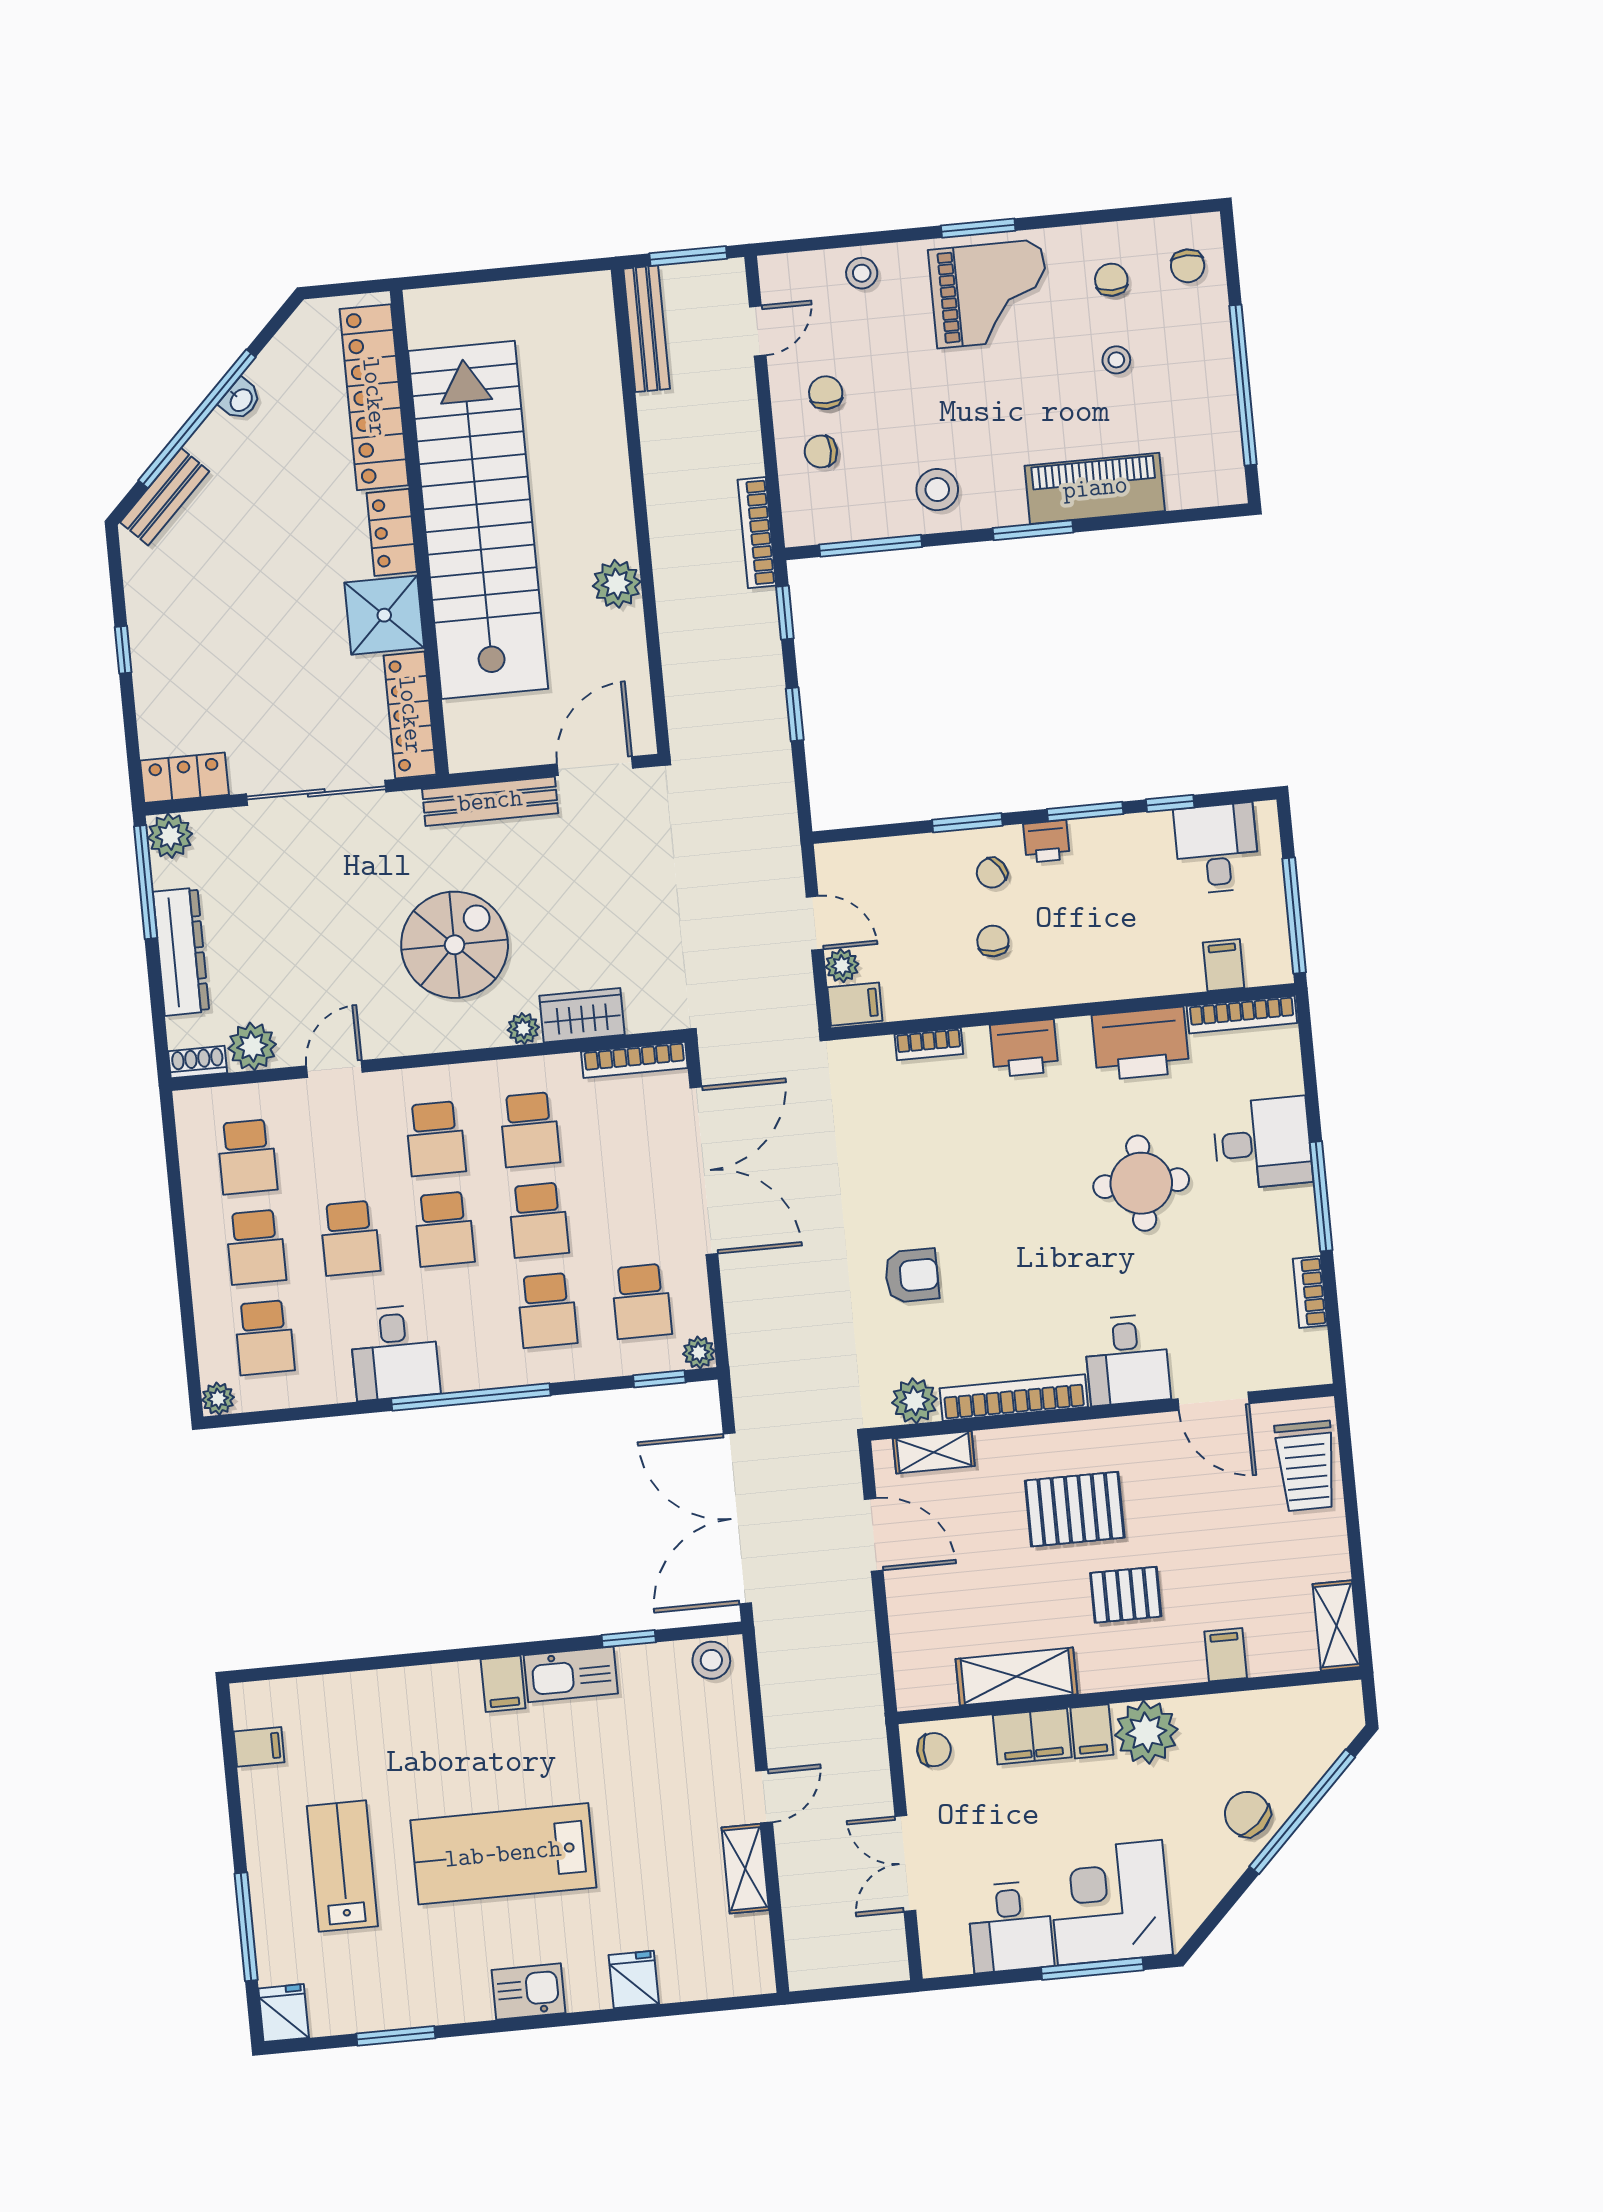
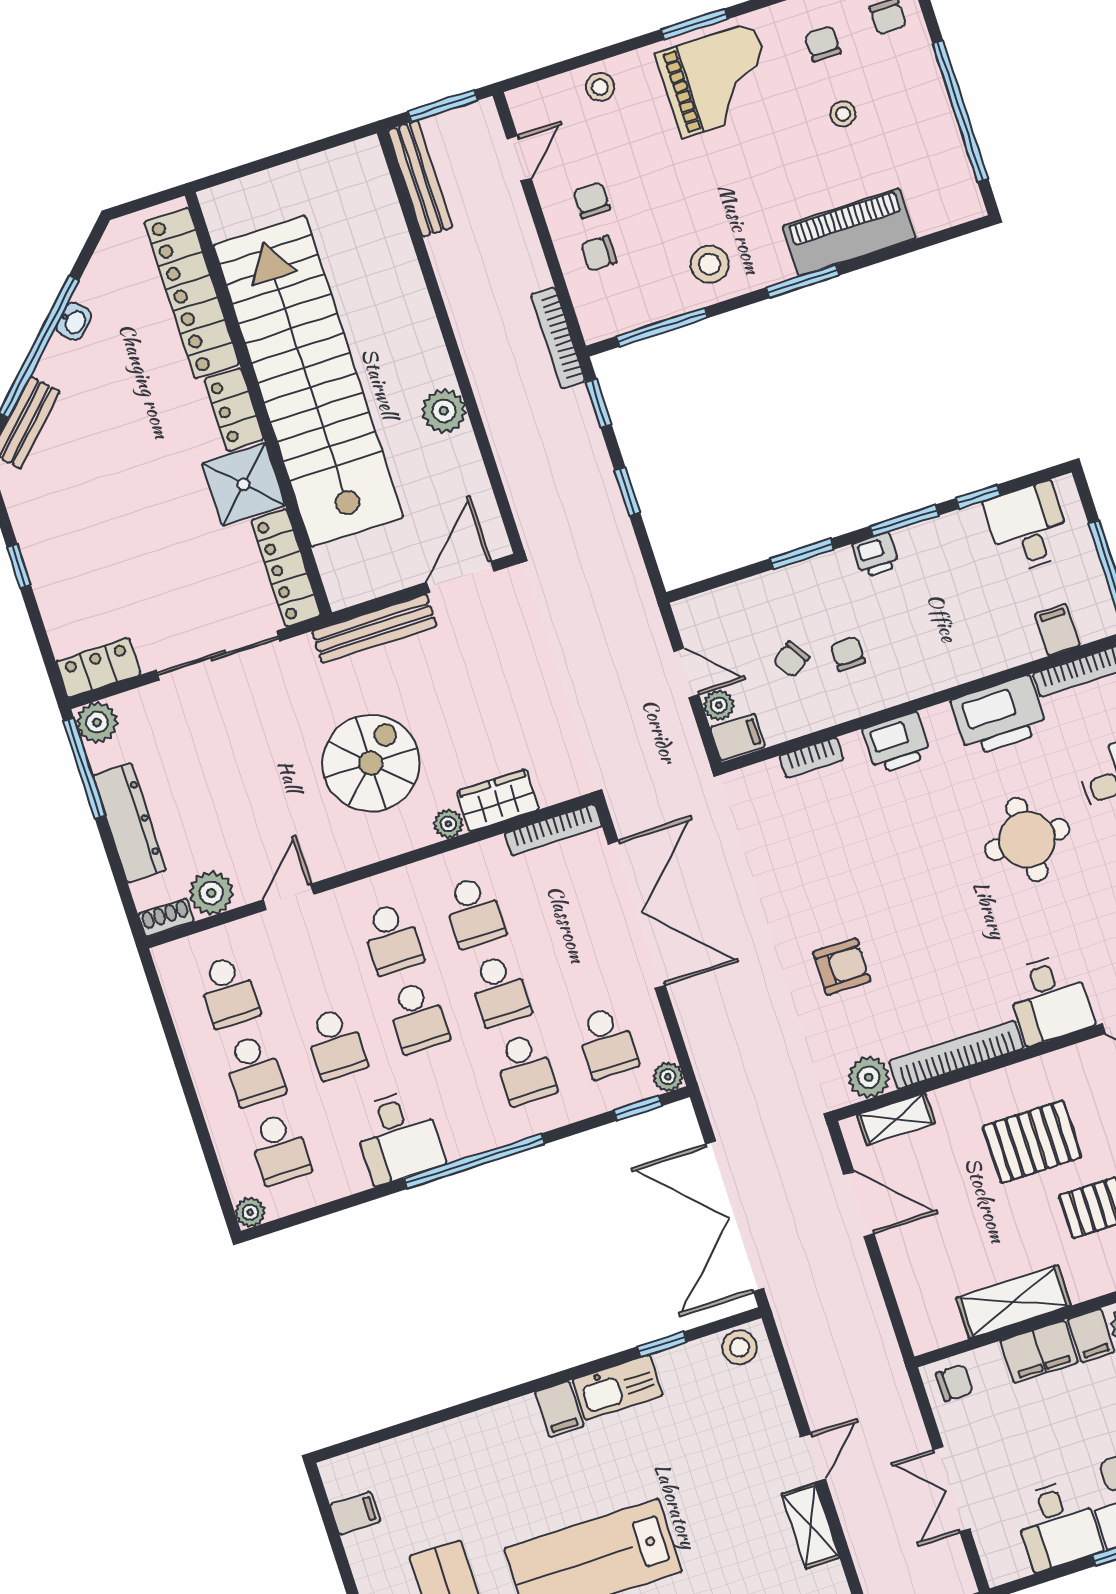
chair: (992, 873) -> (791, 659), moved

